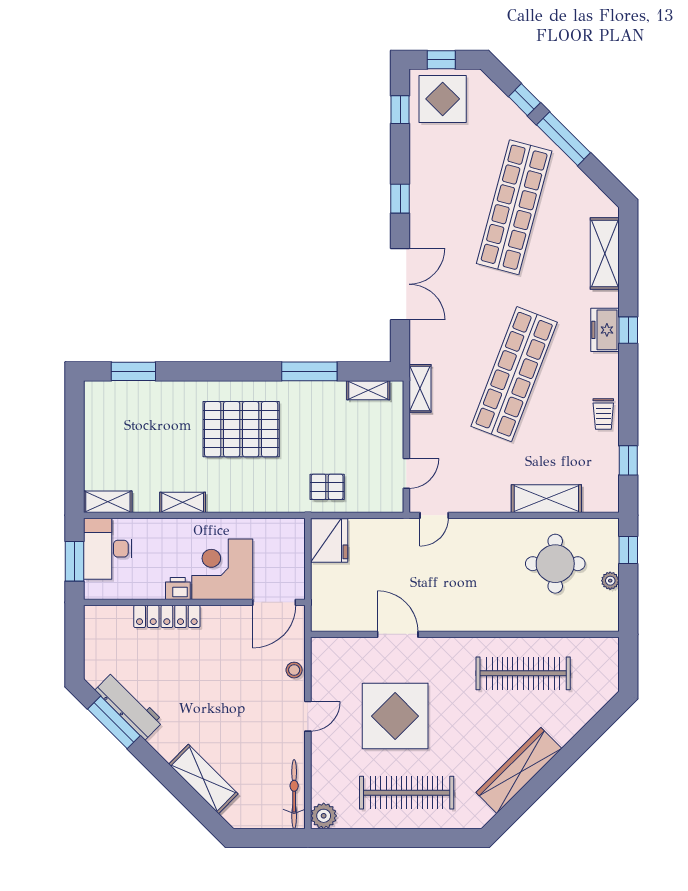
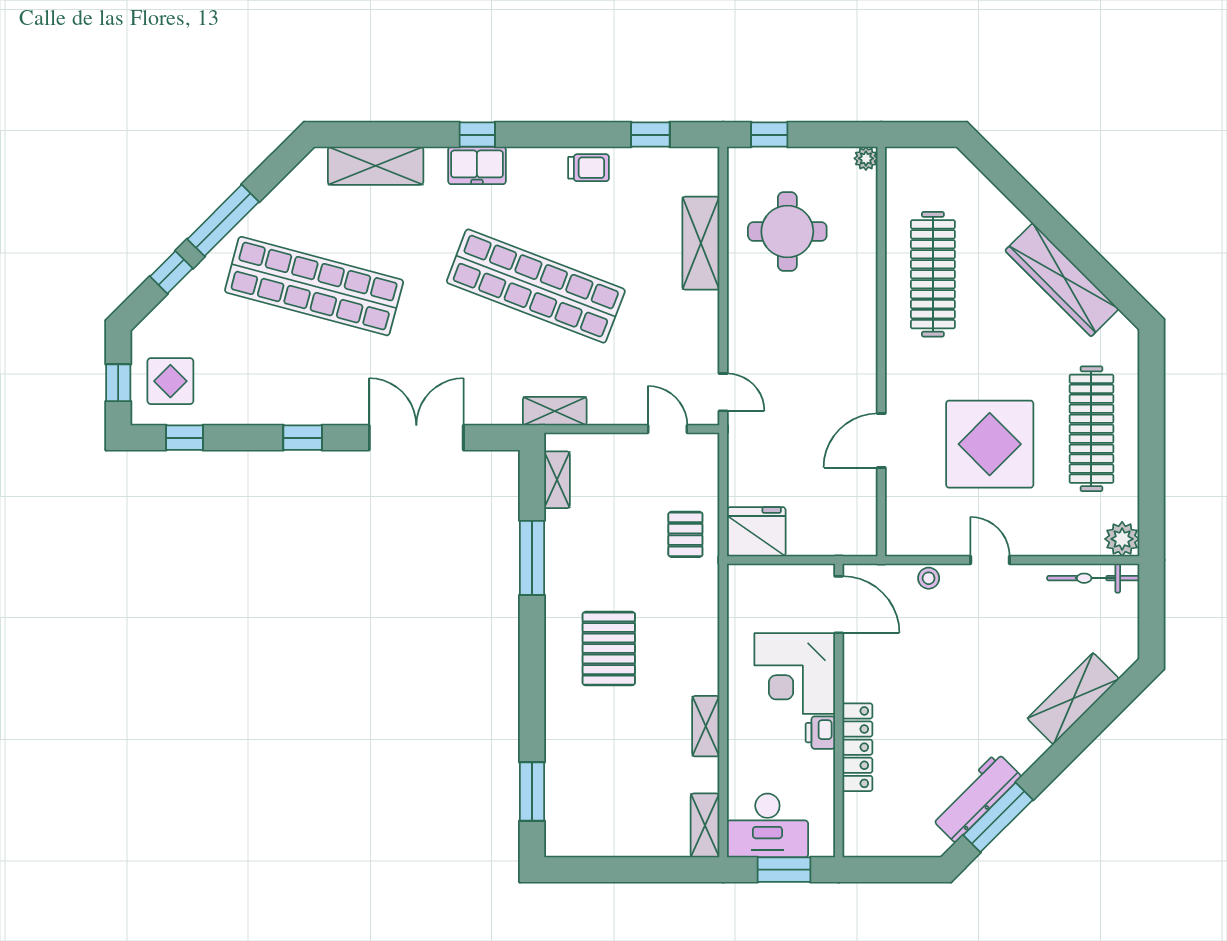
display table: (443, 99) -> (170, 381), width x0.73, depth x0.73
pallet: (241, 429) -> (609, 649), width x0.73, depth x0.71
plant: (610, 581) -> (866, 158), moved

